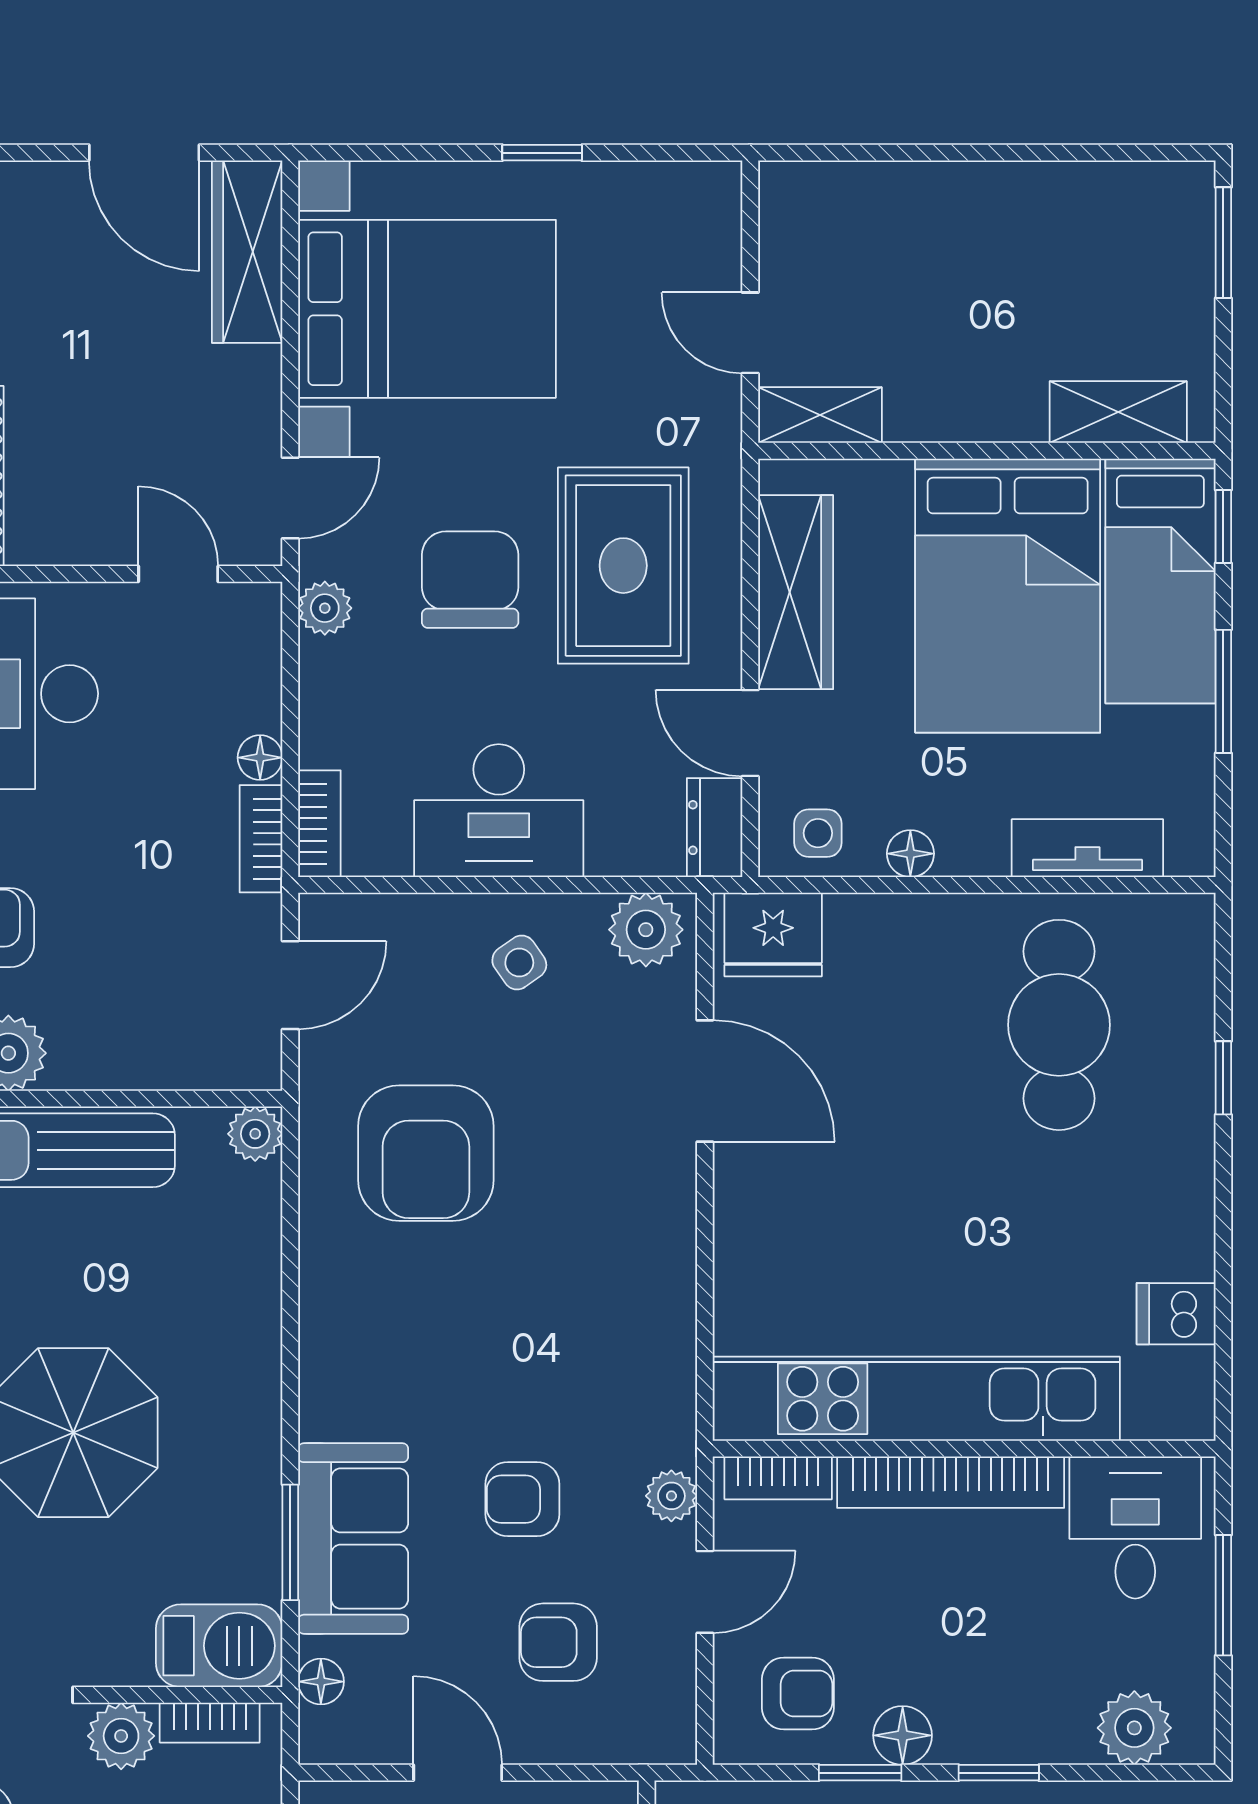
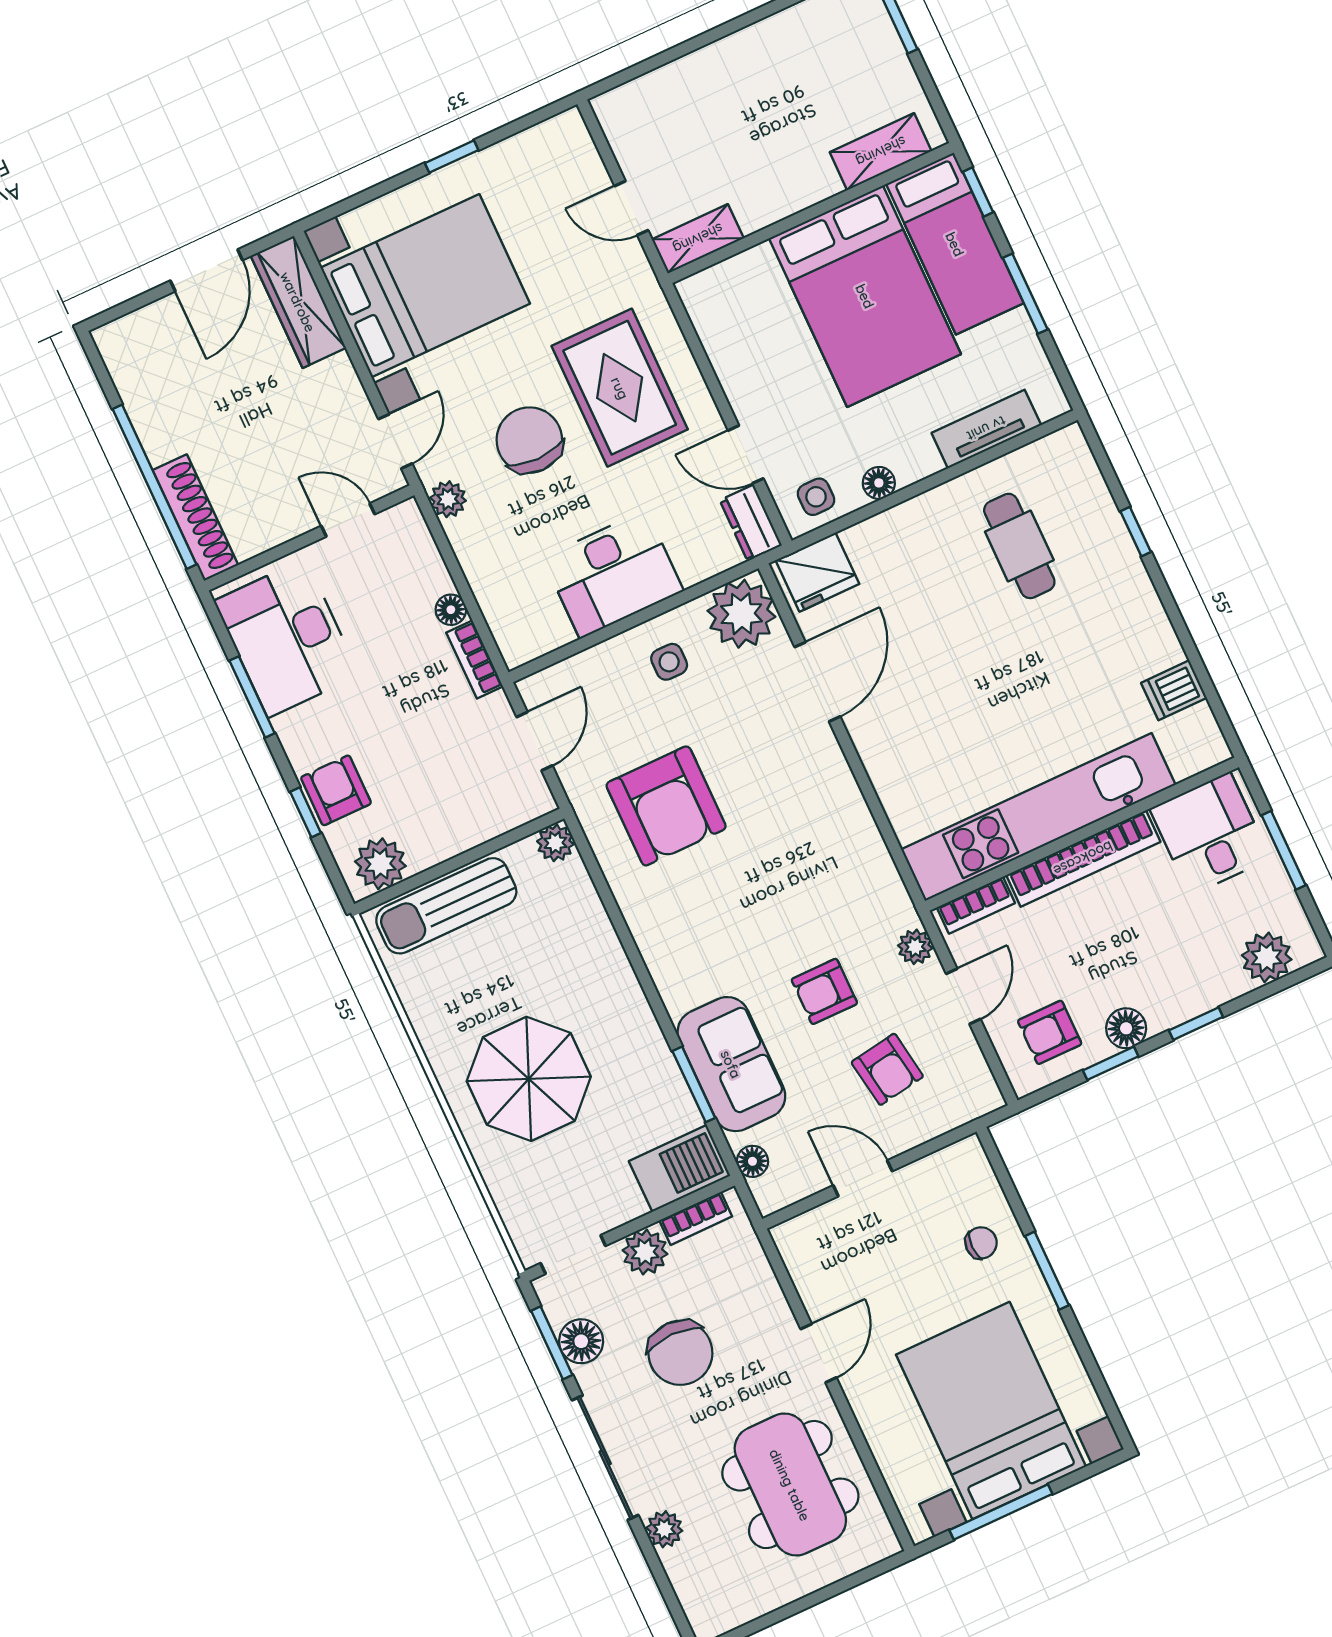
door: (144, 153) -> (206, 270), hinge flipped
wardrobe: (796, 592) -> (733, 355), removed
bookcase: (319, 824) -> (506, 633), removed
plant: (646, 930) -> (741, 614), width x1.36, depth x1.36
side table: (519, 962) -> (669, 662), turned 35
cafe table: (1059, 1025) -> (1019, 546), width x0.73, depth x0.74
door: (705, 1081) -> (817, 682), hinge flipped
armchair: (558, 1642) -> (887, 1069), turned -99
armchair: (798, 1694) -> (1050, 1032), turned 180

